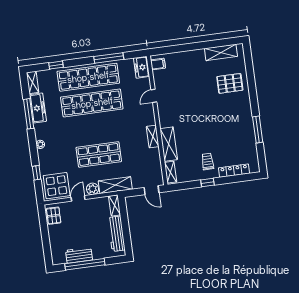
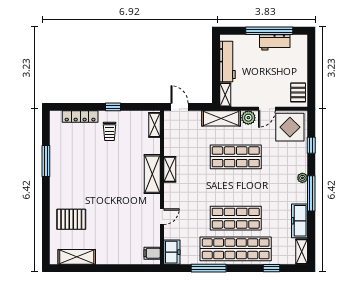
shop shelf: (92, 103) -> (236, 218), width x0.71
window: (29, 114) -> (311, 193), moved
shelving: (169, 144) -> (152, 174), moved

